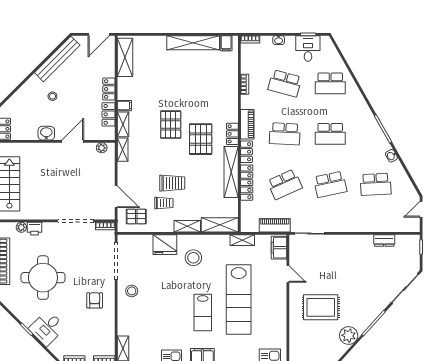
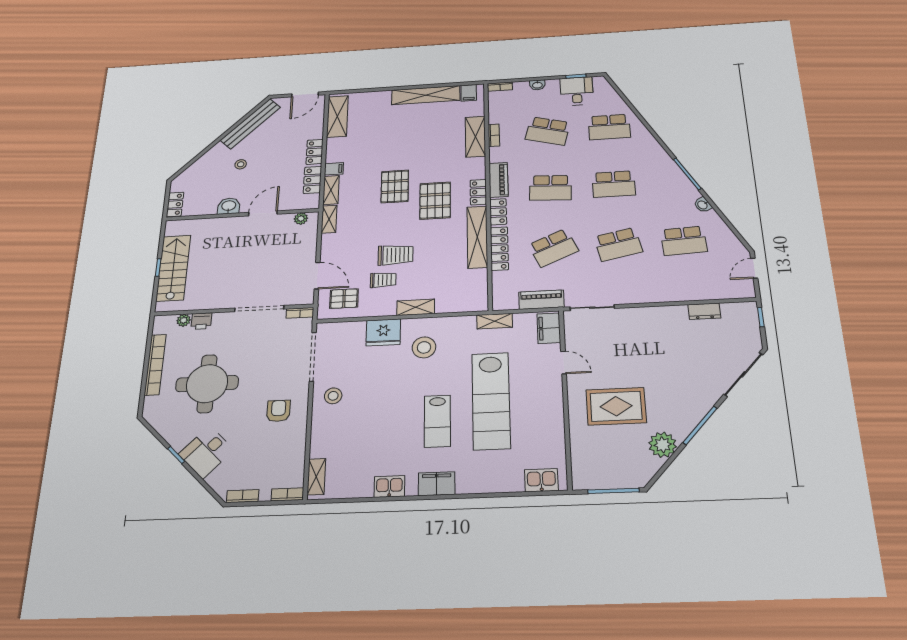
shelving: (220, 225) -> (475, 137), moved, turned 90

